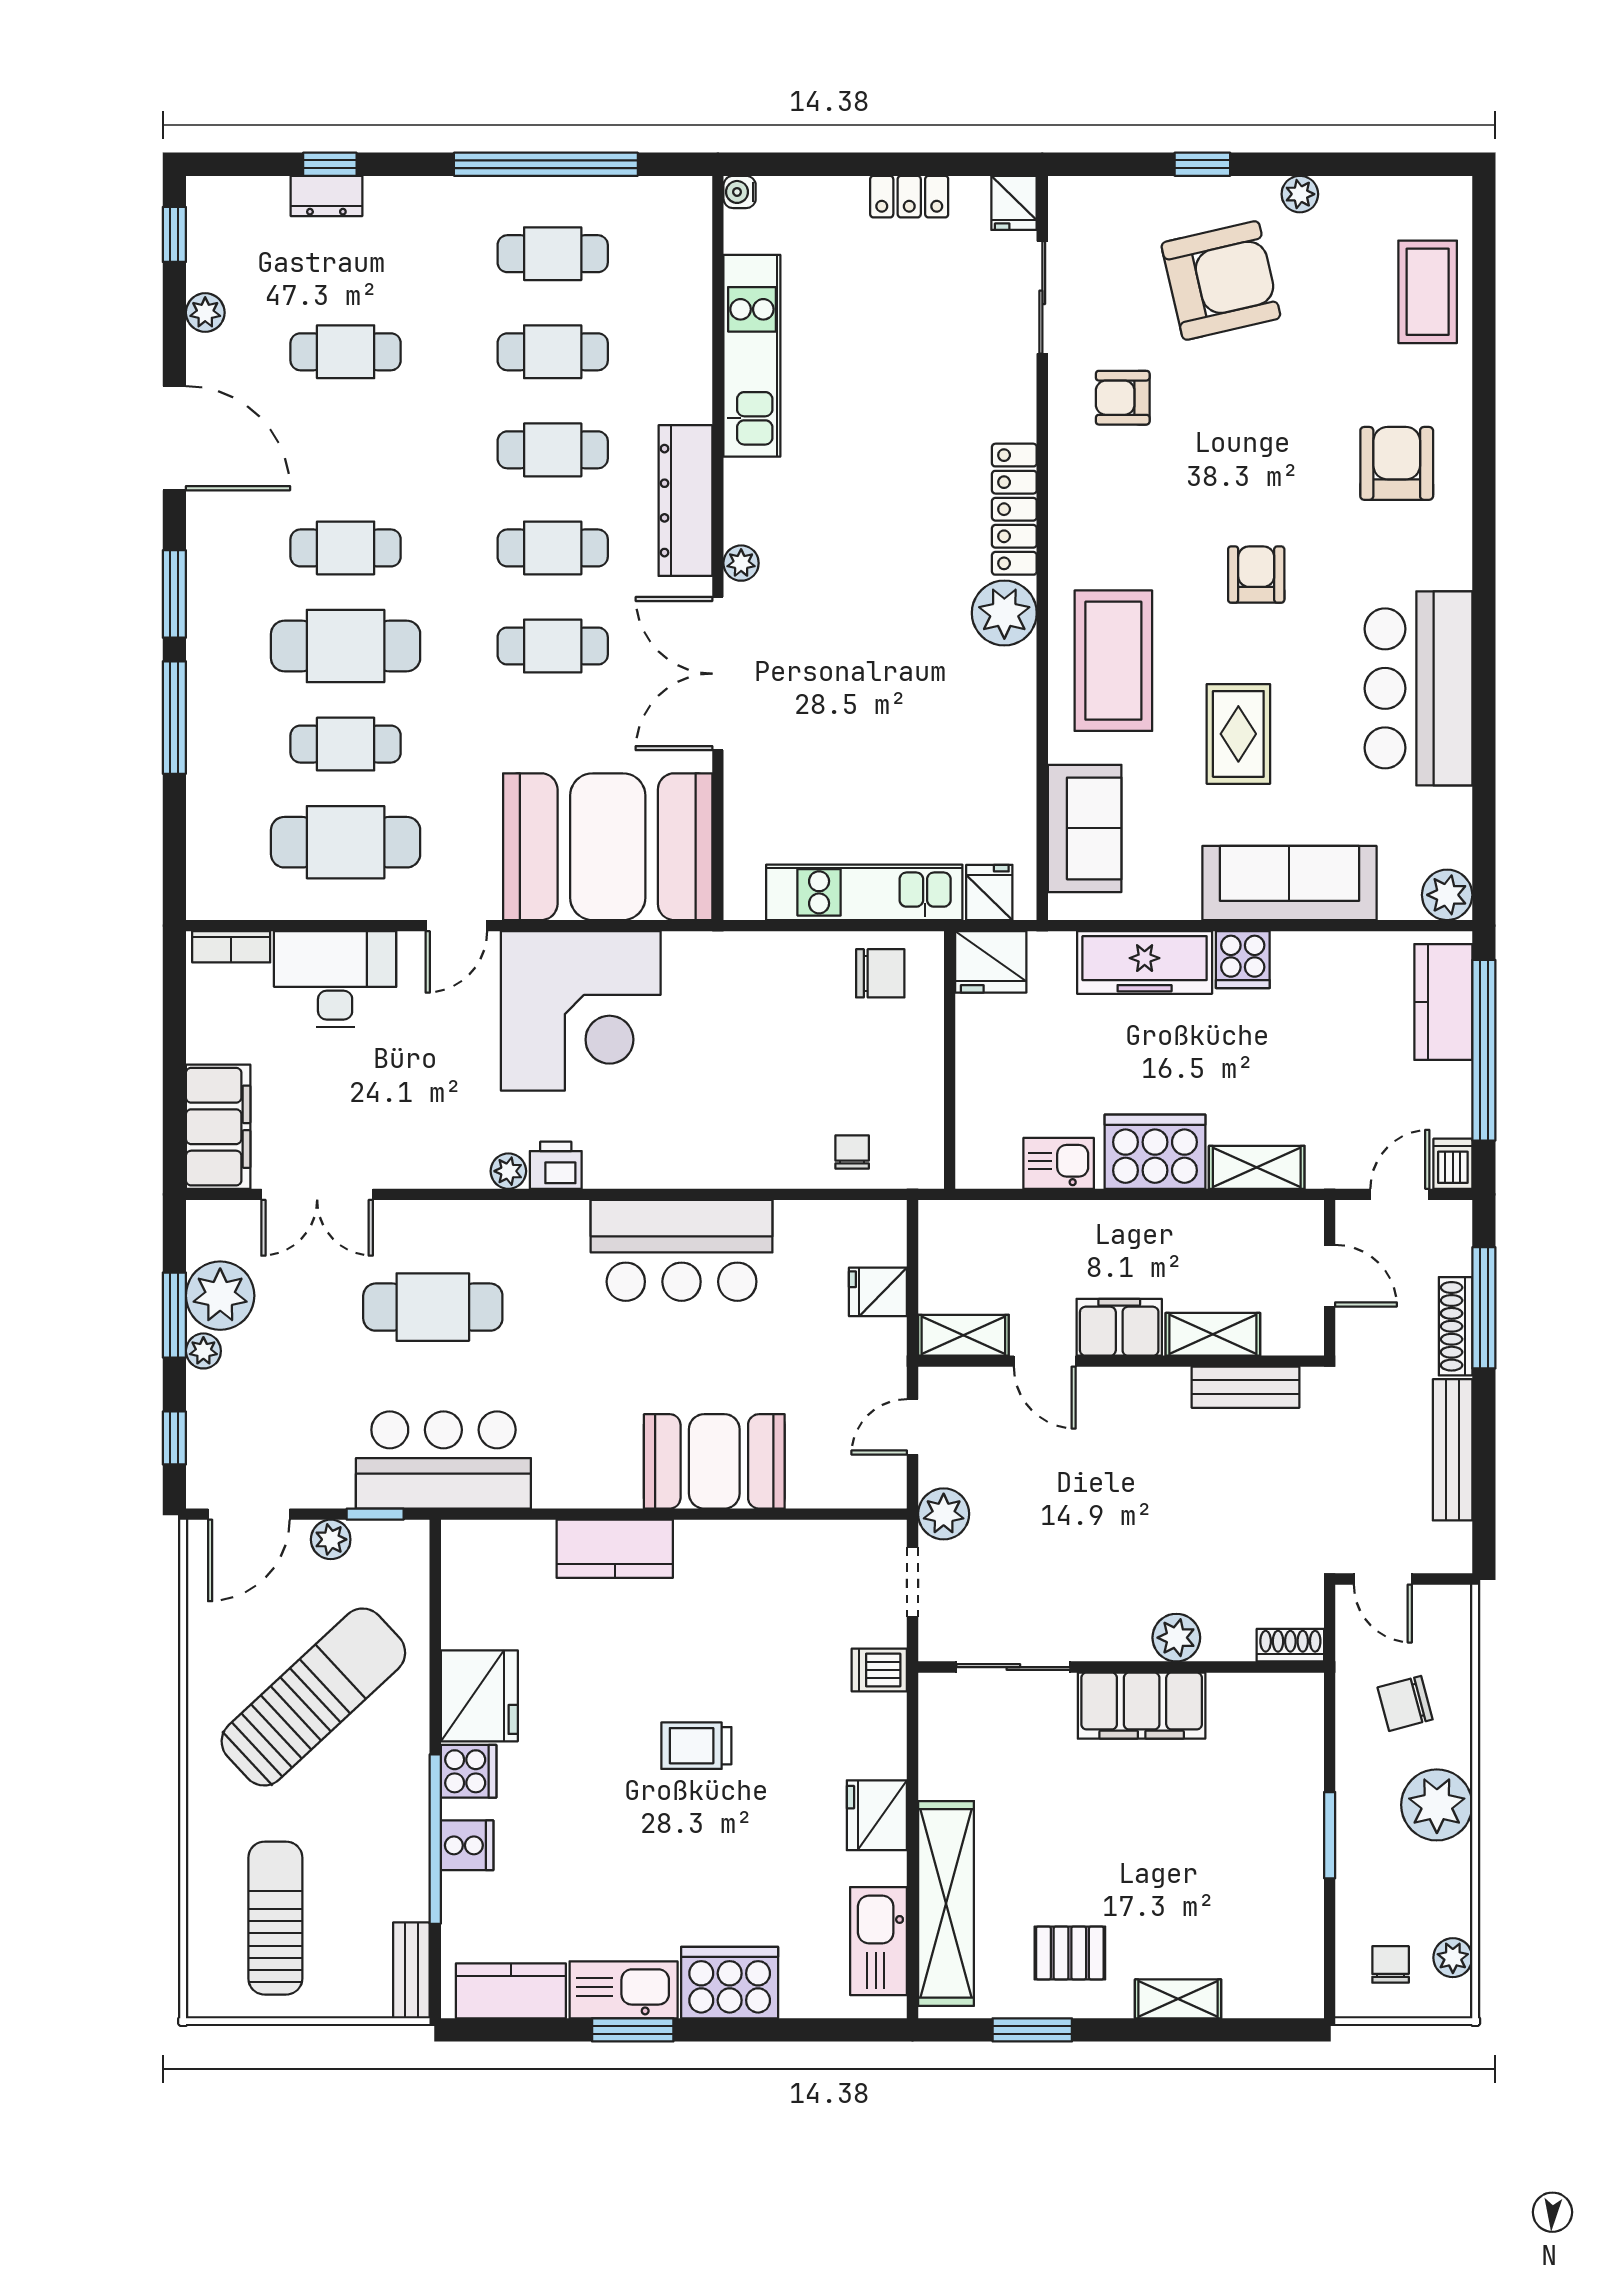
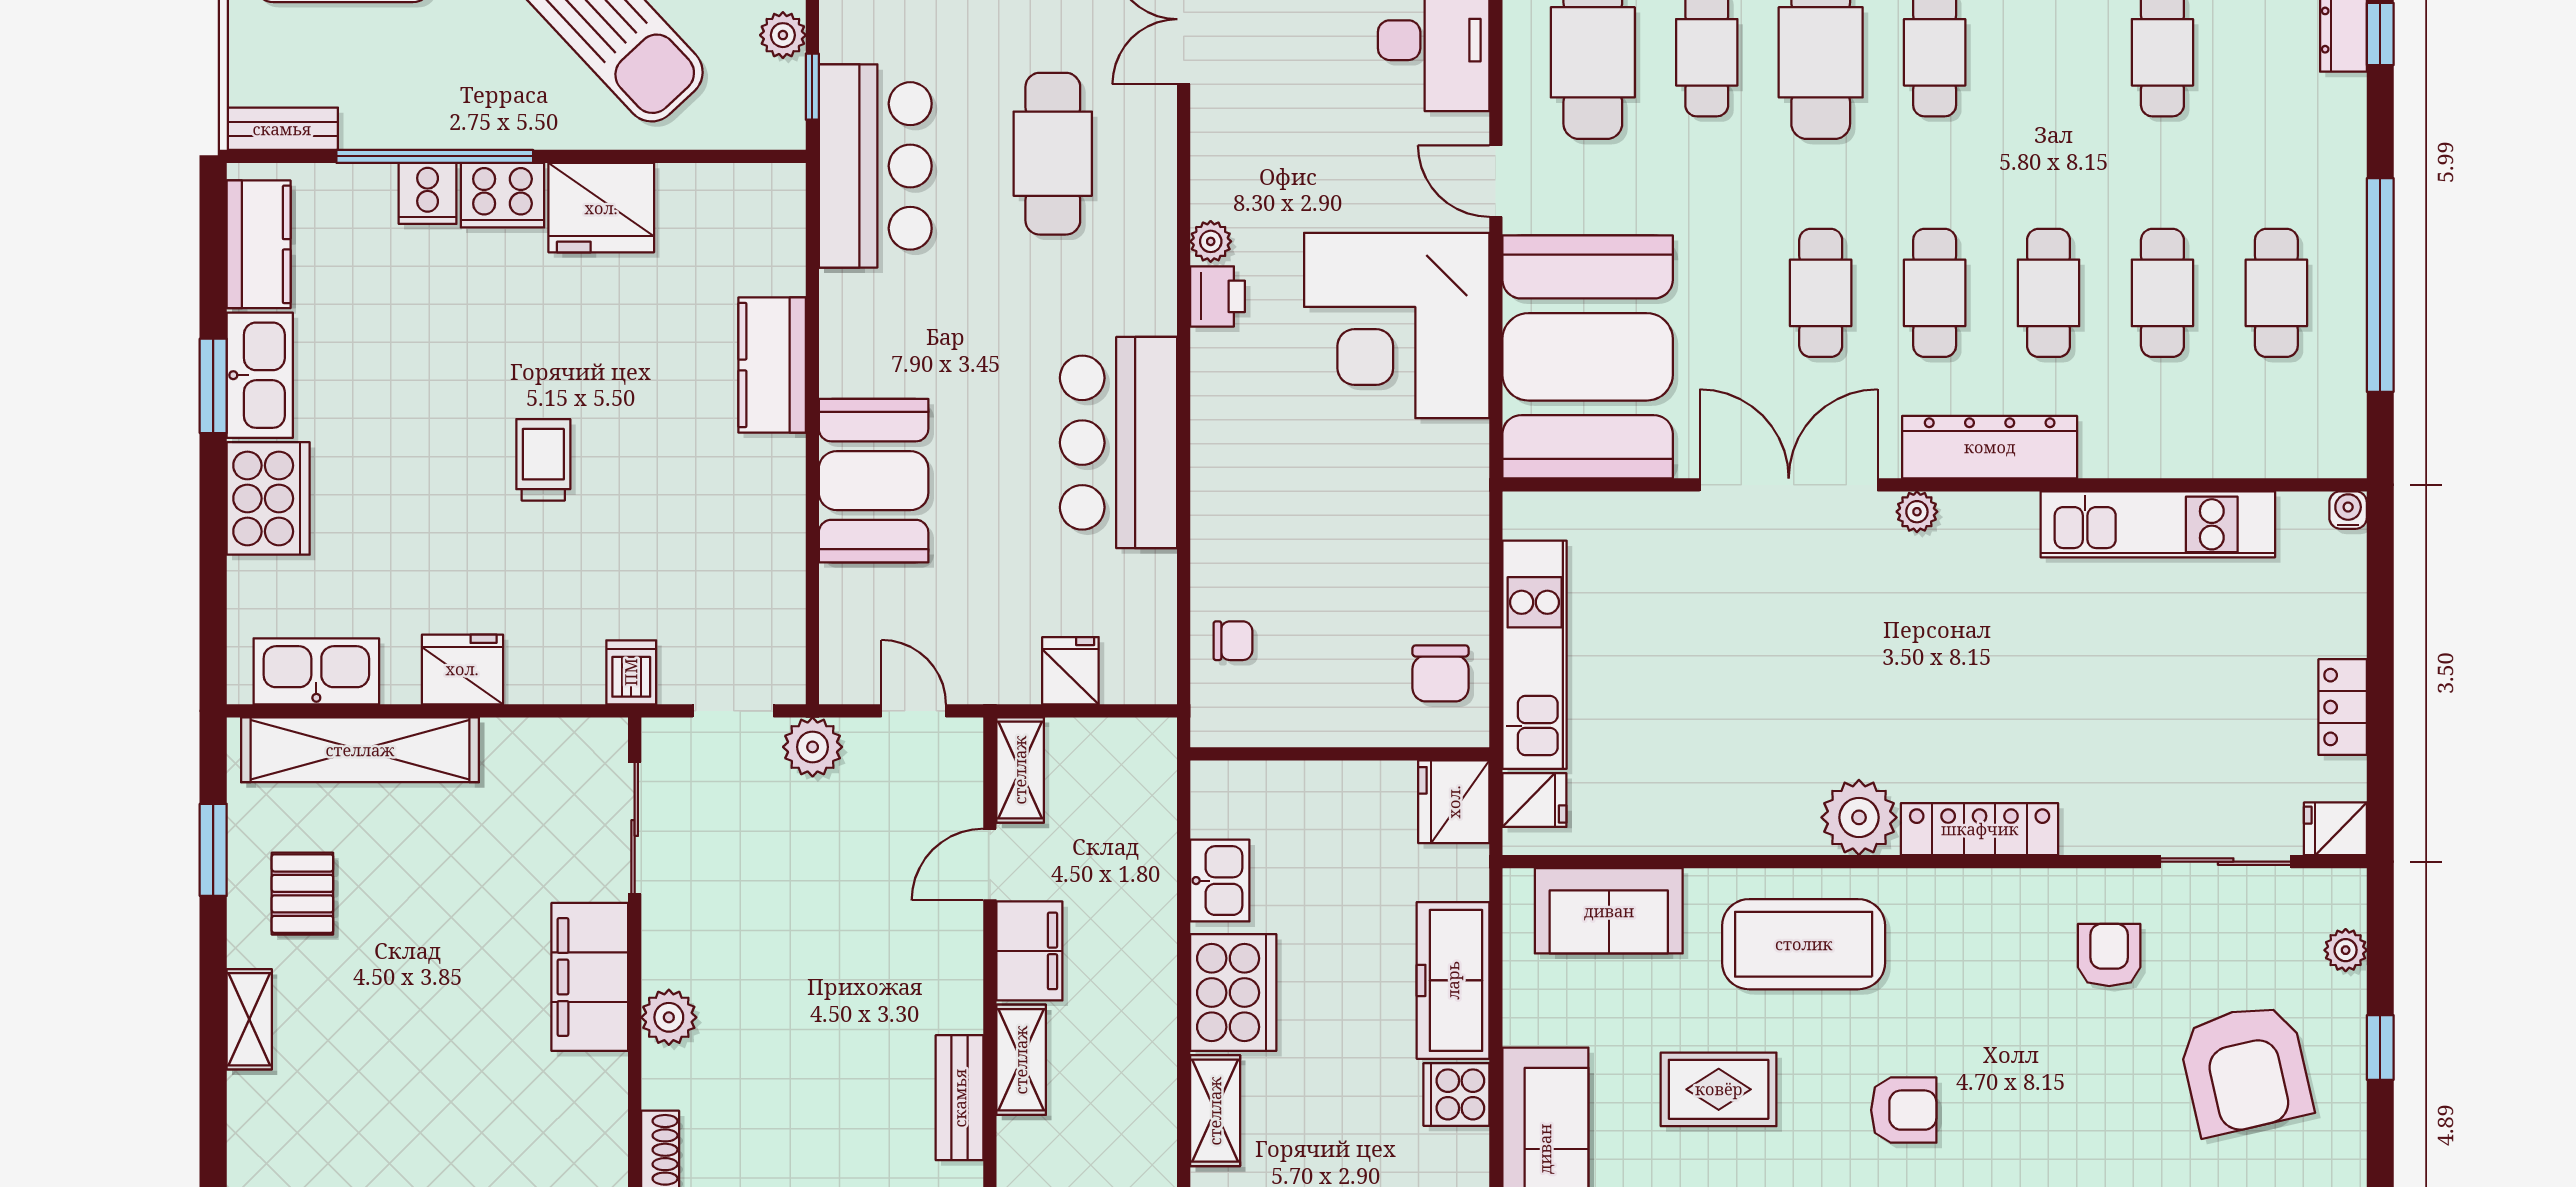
plant: (1300, 194) -> (2346, 950), moved
cooker: (469, 1771) -> (502, 195), width x1.36

